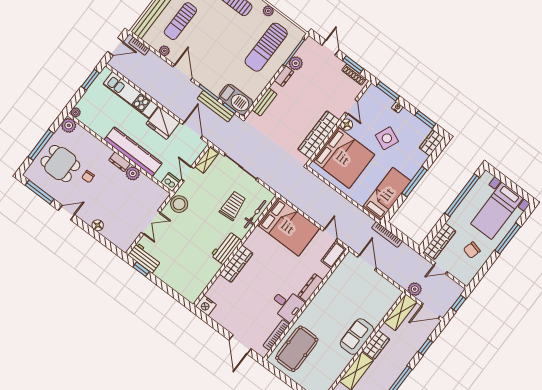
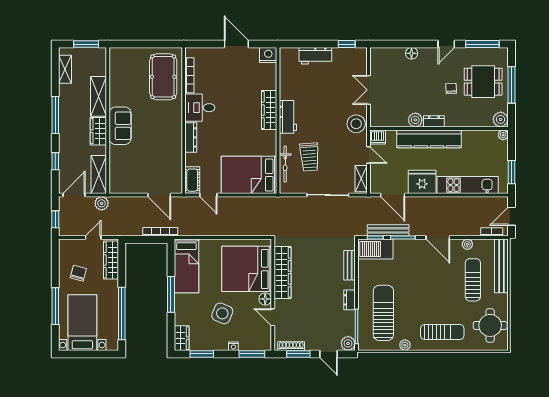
plant: (296, 63) -> (348, 343), moved
workbench: (144, 258) -> (315, 56), moved
door: (240, 344) -> (236, 44), moved

